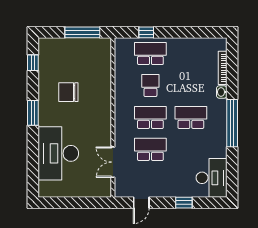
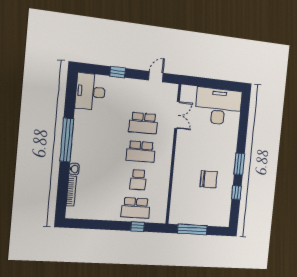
window: (33, 63) -> (236, 193), moved
school desk: (191, 117) -> (105, 148), removed
desk: (58, 153) -> (219, 106), moved, turned -90

